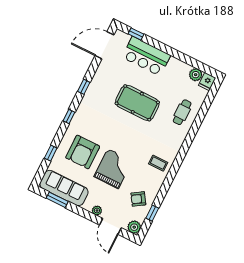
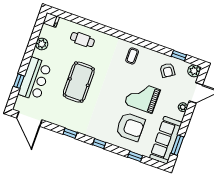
window: (136, 34) -> (19, 81), moved
plant: (196, 75) -> (42, 44), moved

